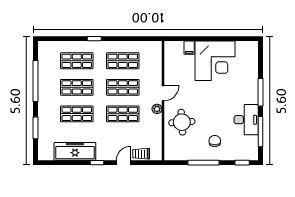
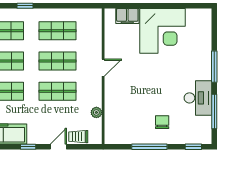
filing cabinet: (189, 48) -> (127, 16), width x2.00
plant: (157, 109) -> (96, 112), moved
round table: (182, 122) -> (125, 101), removed

